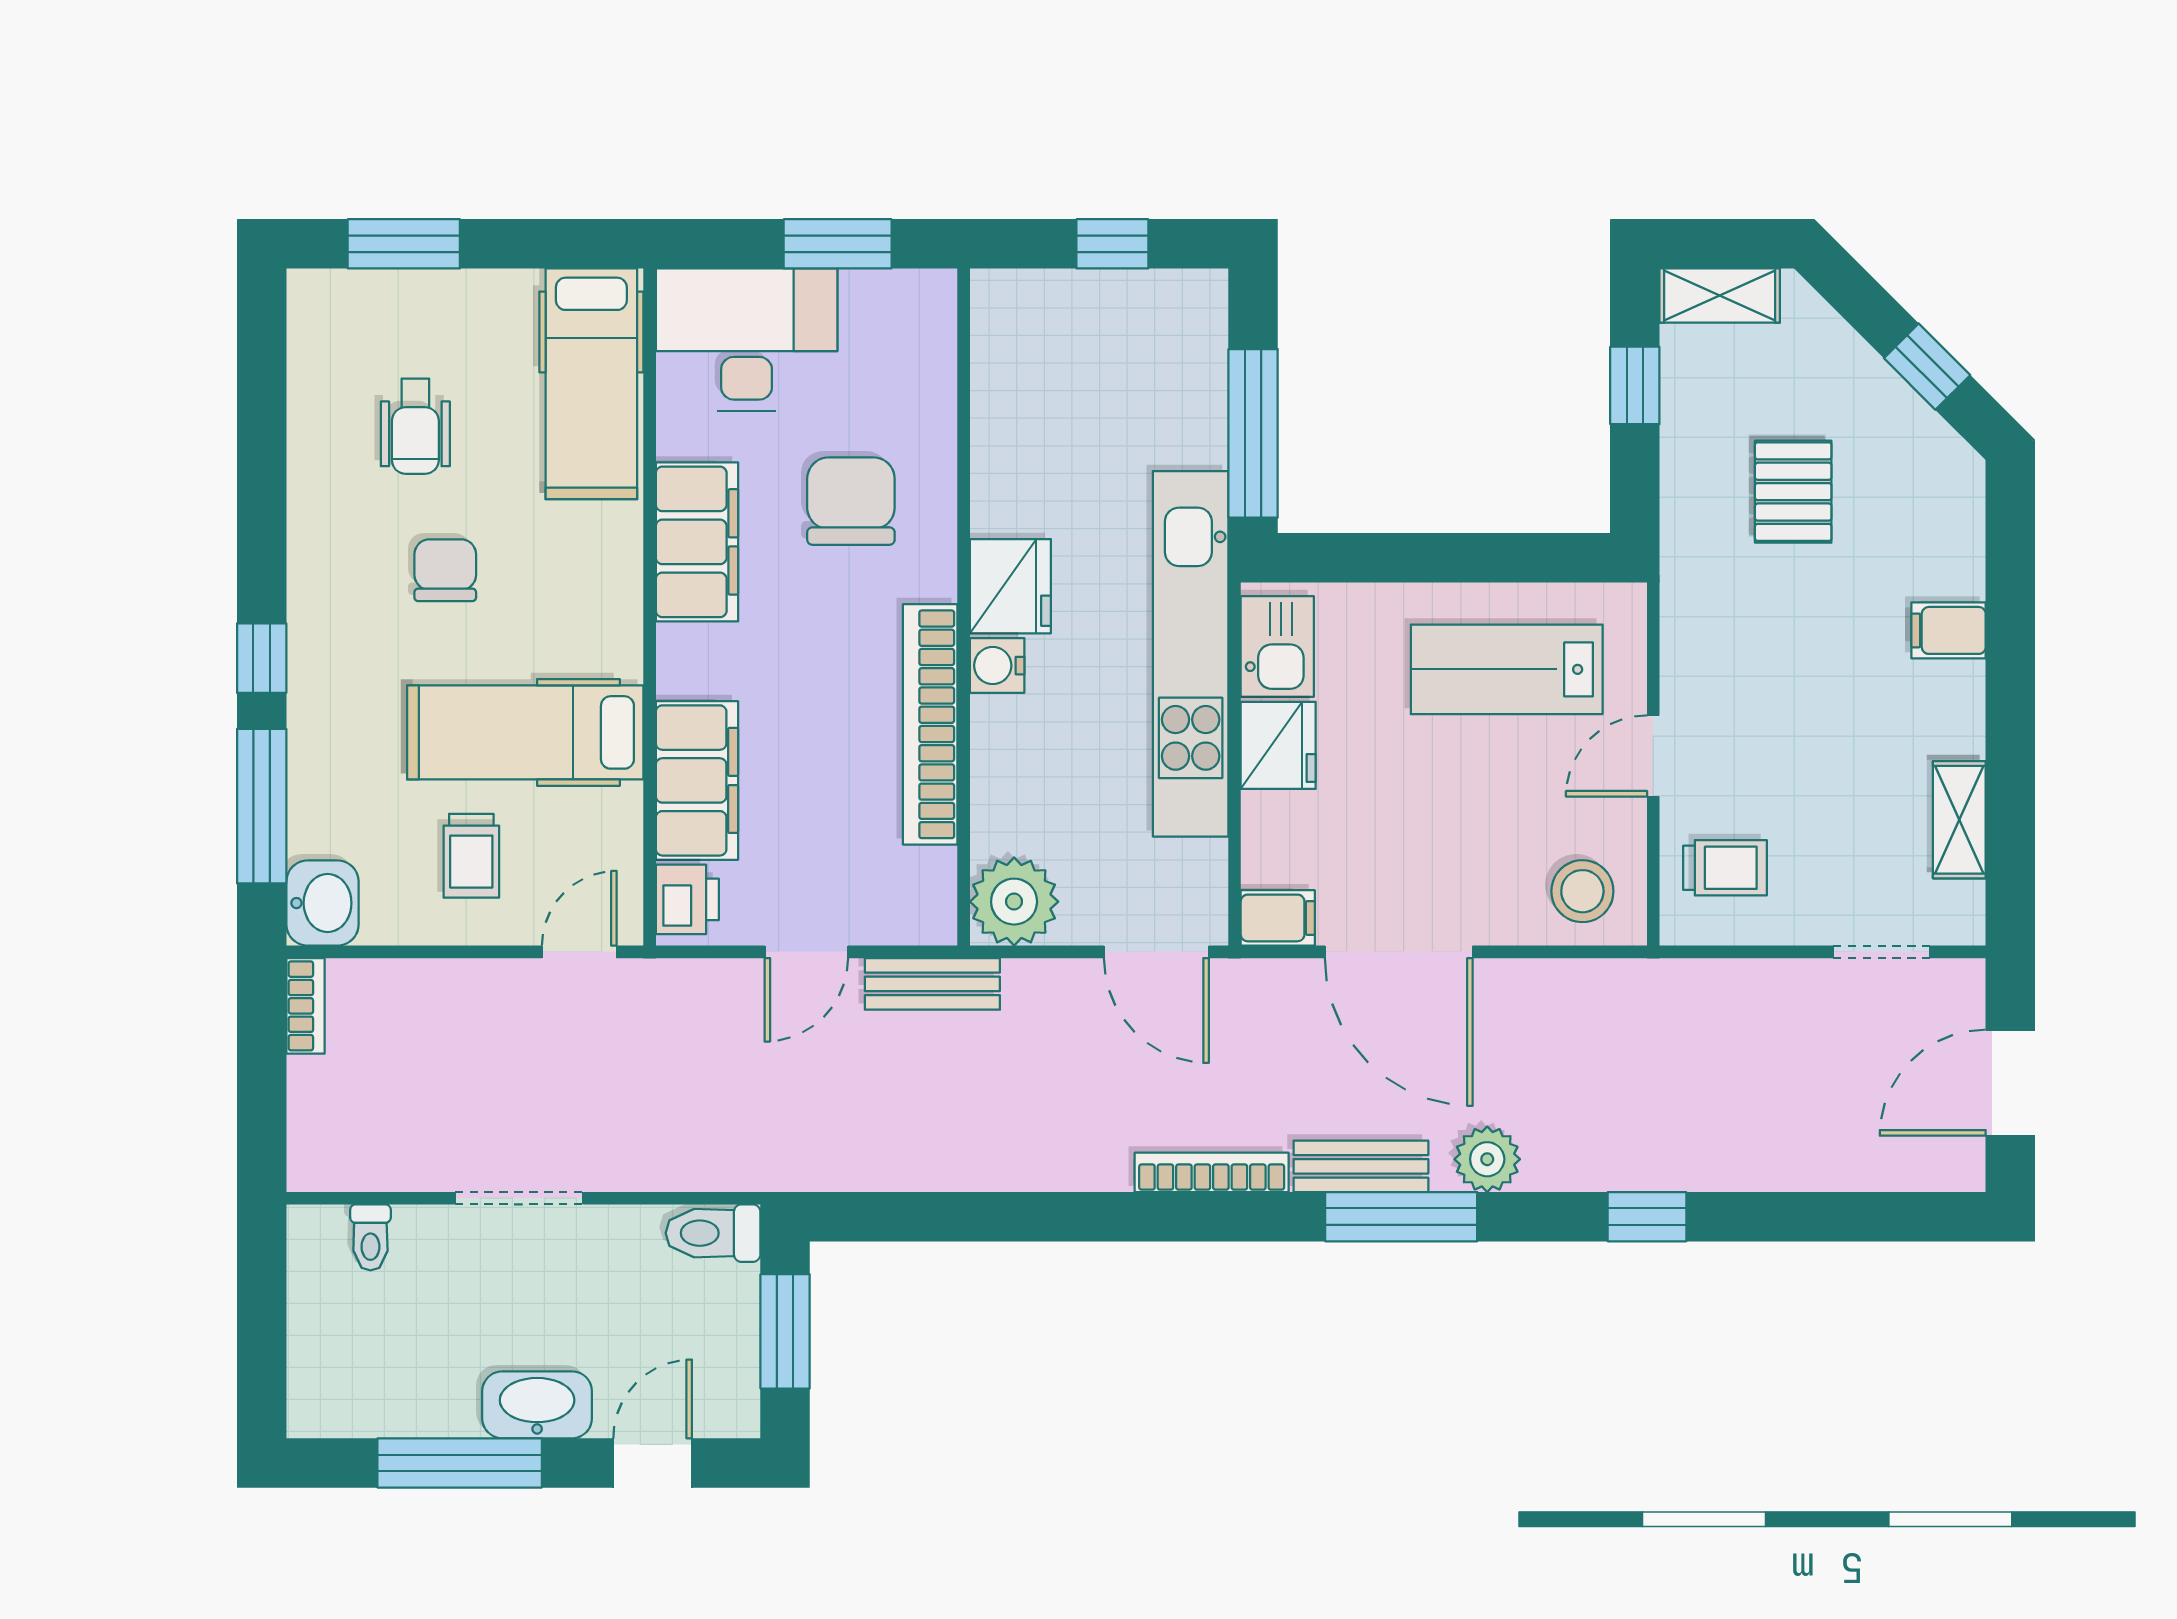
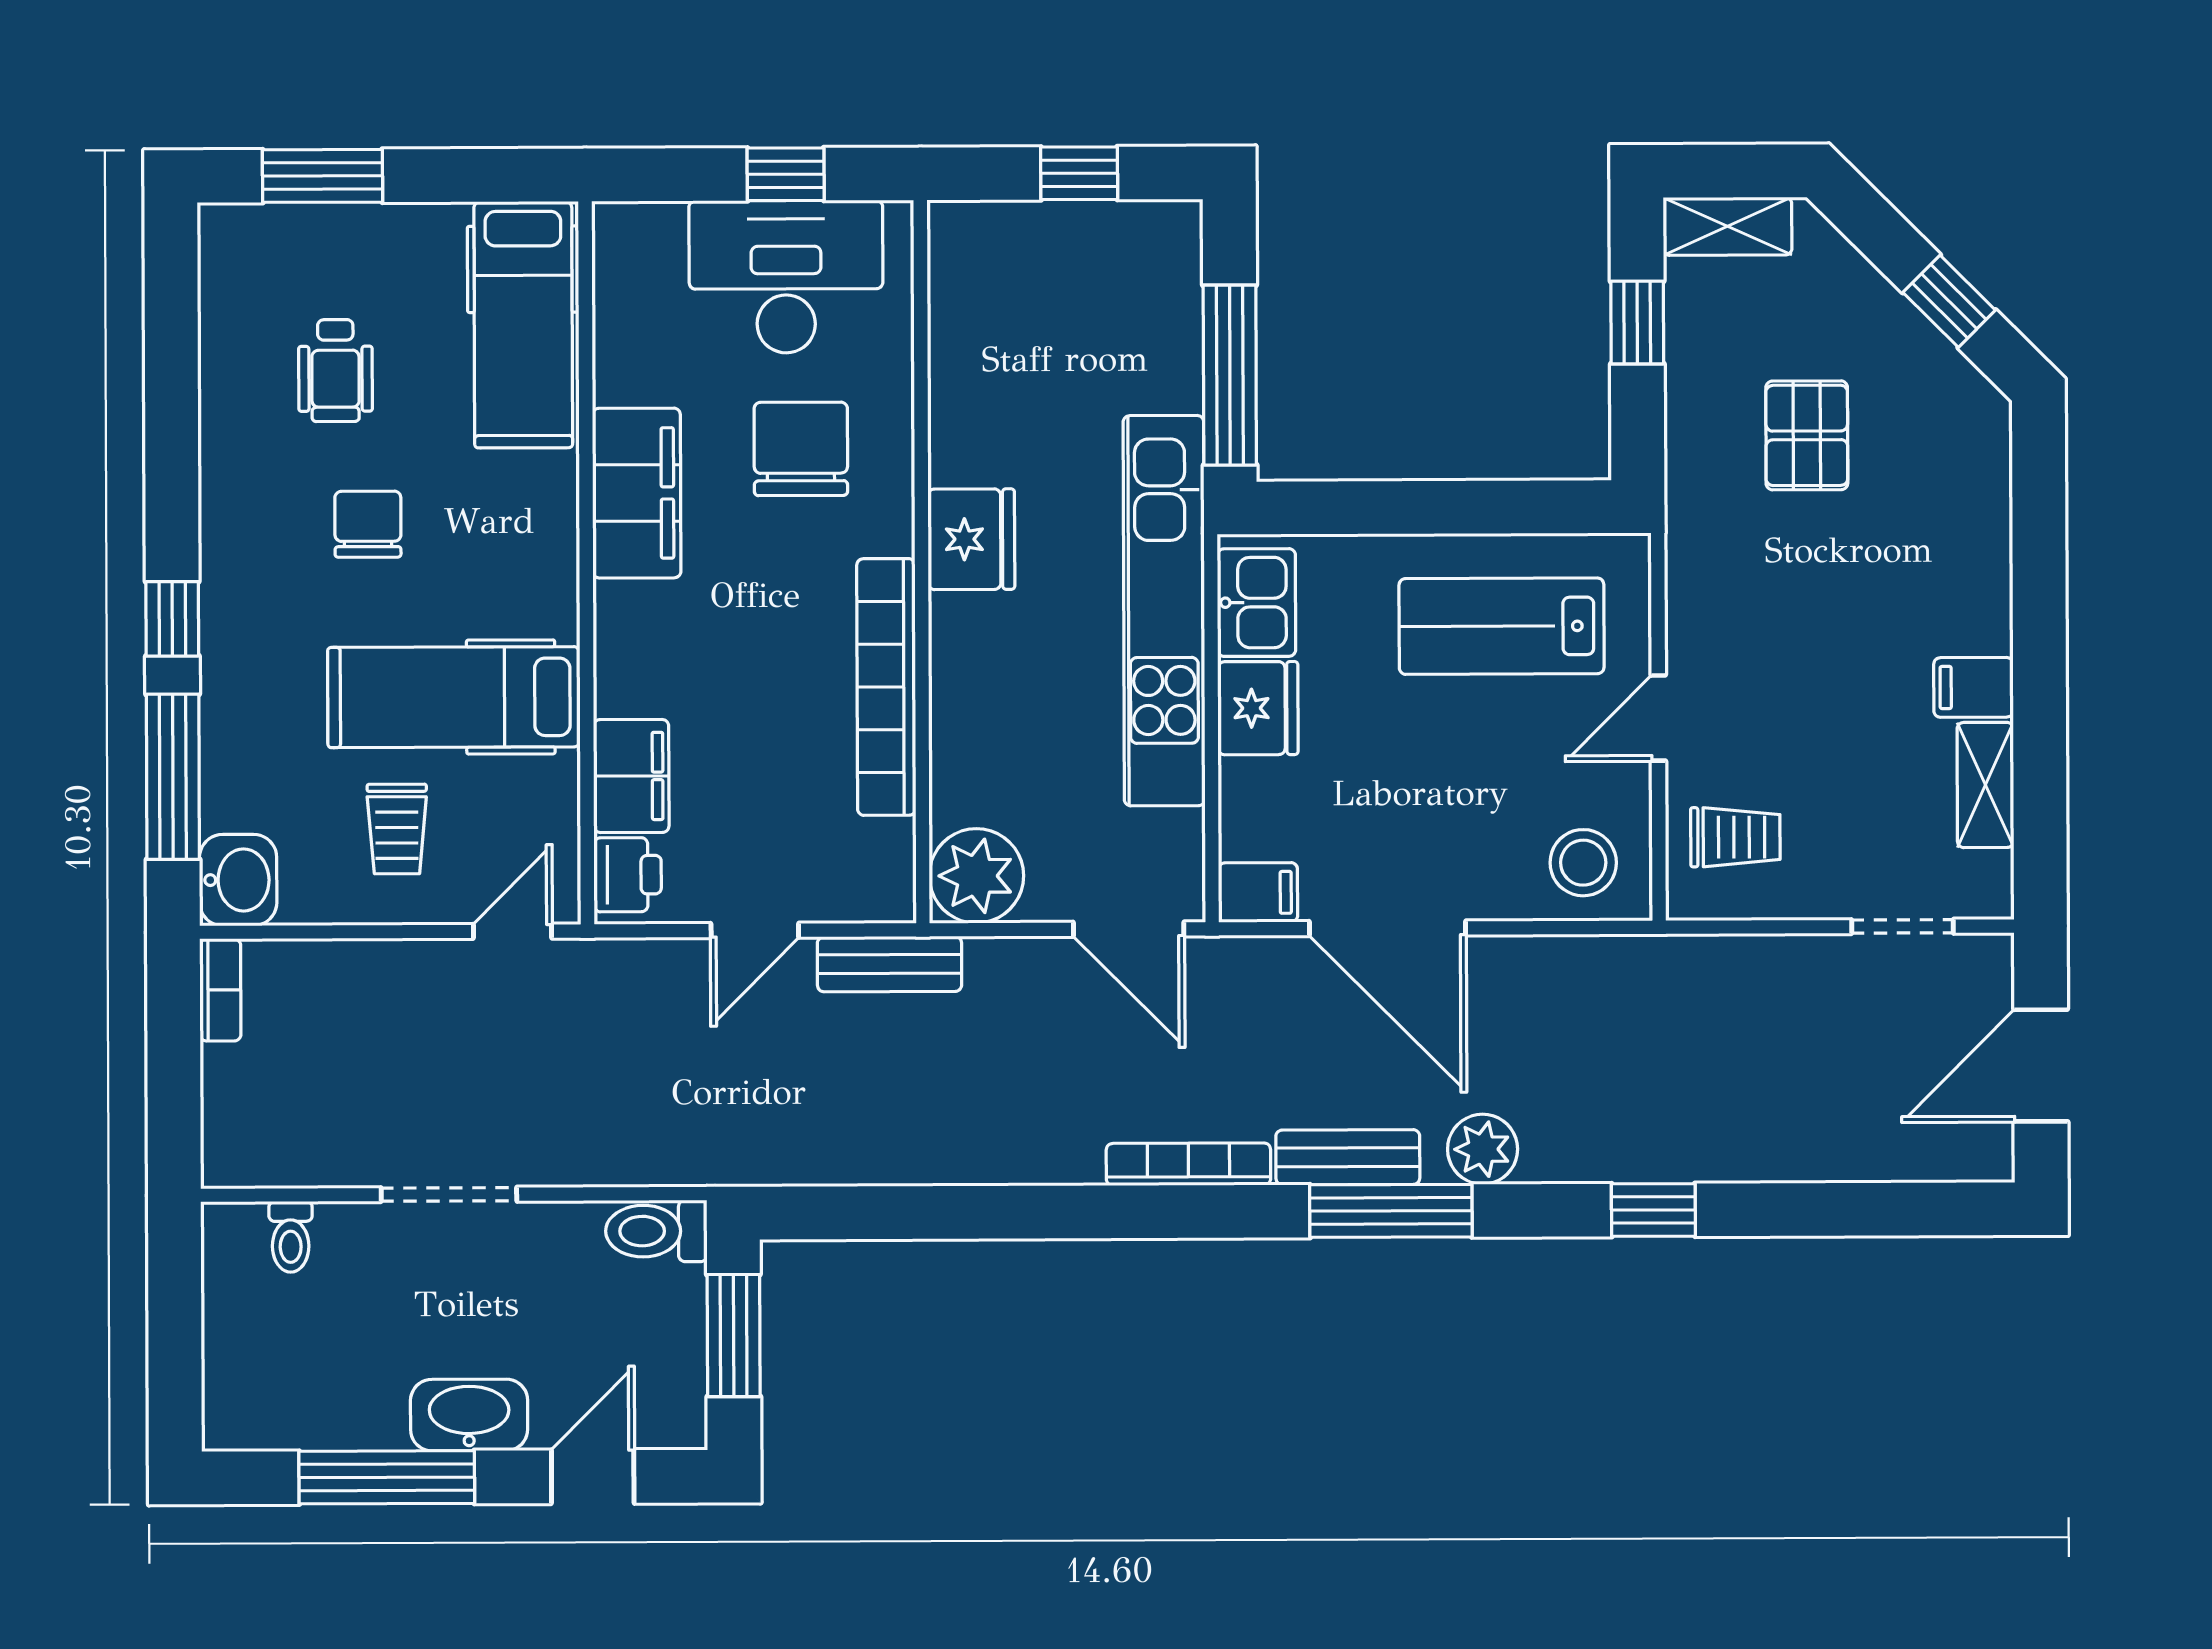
window: (838, 244) -> (786, 174), width x0.67
desk: (747, 340) -> (786, 277), moved
filing cabinet: (1949, 630) -> (1973, 687), moved
water cooler: (997, 666) -> (957, 624), removed
filing cabinet: (697, 780) -> (631, 776), width x0.67, depth x0.86

